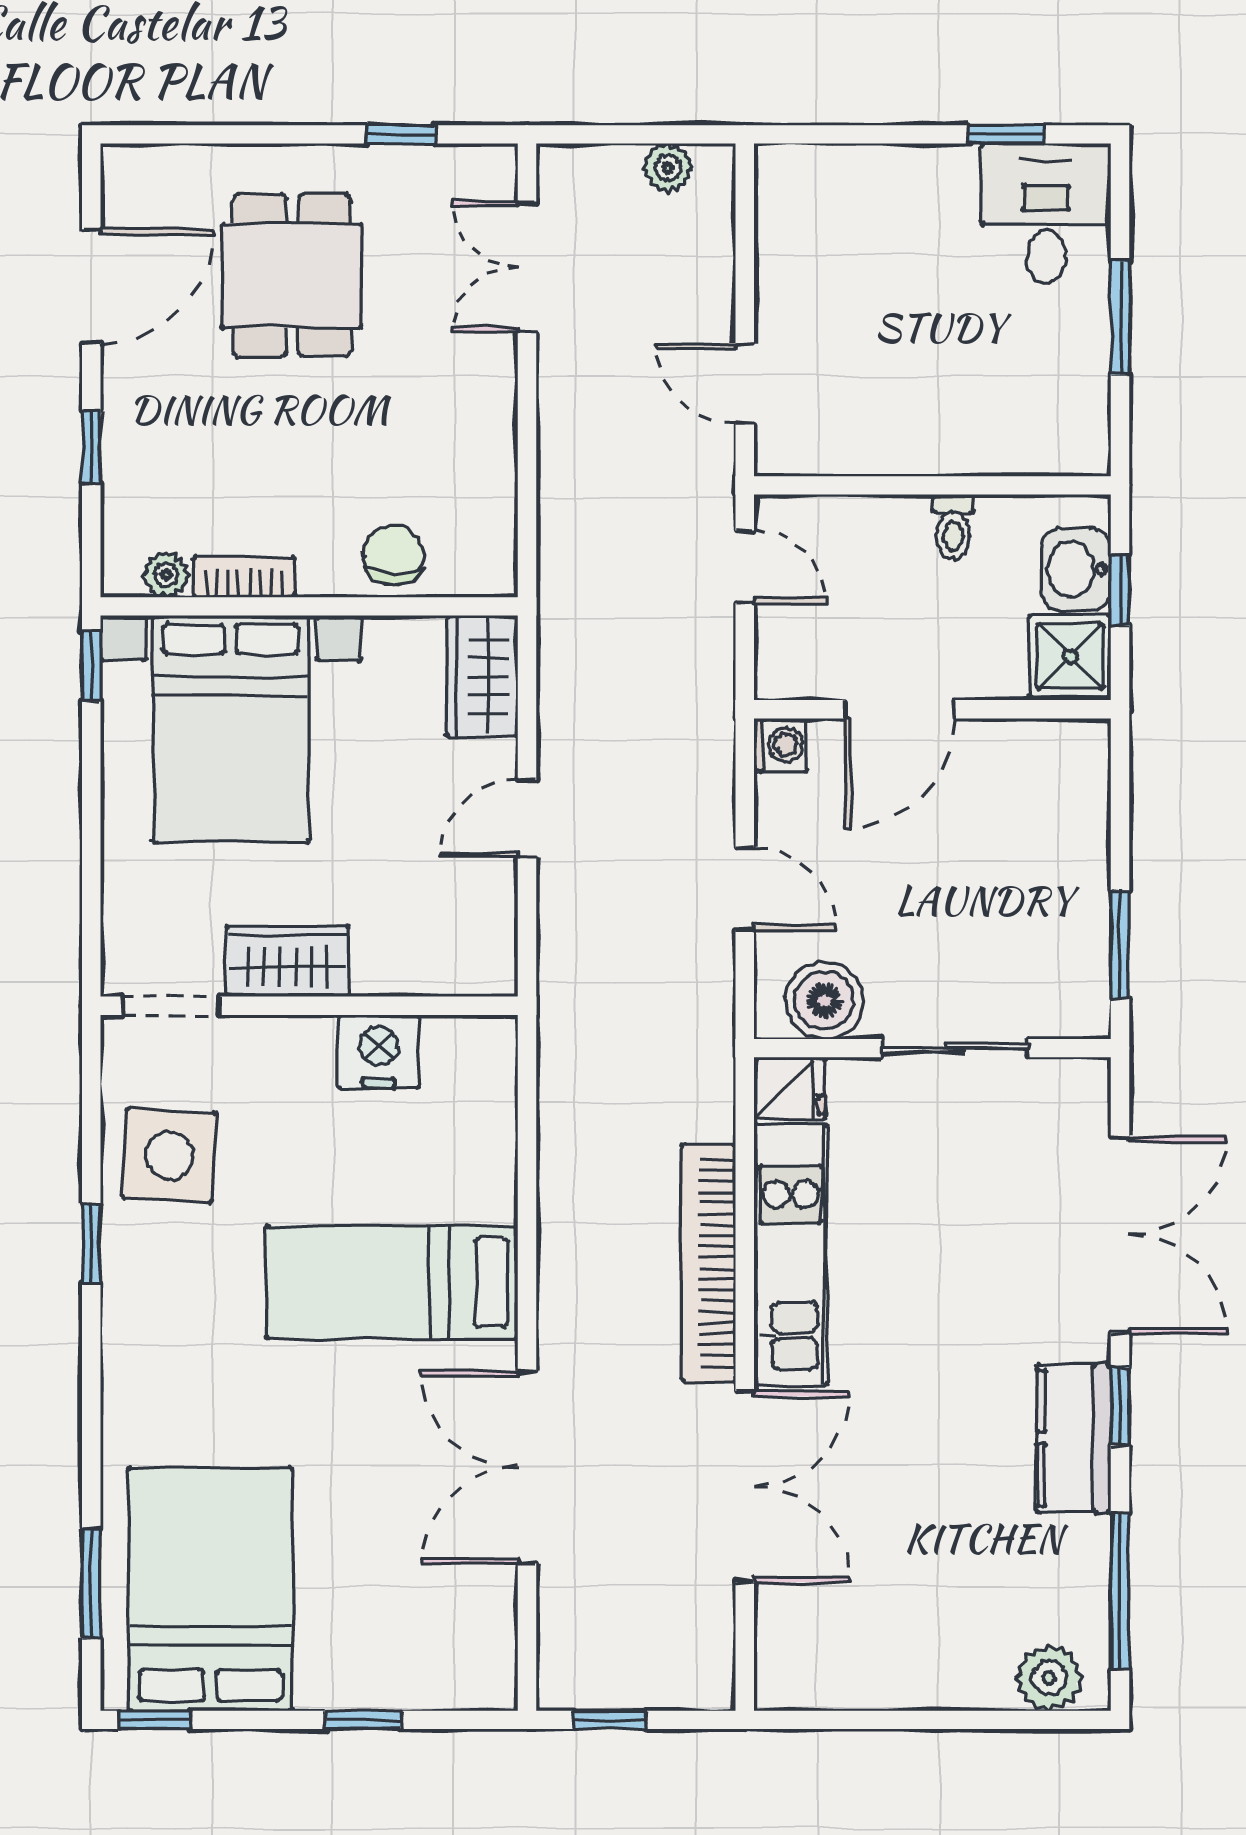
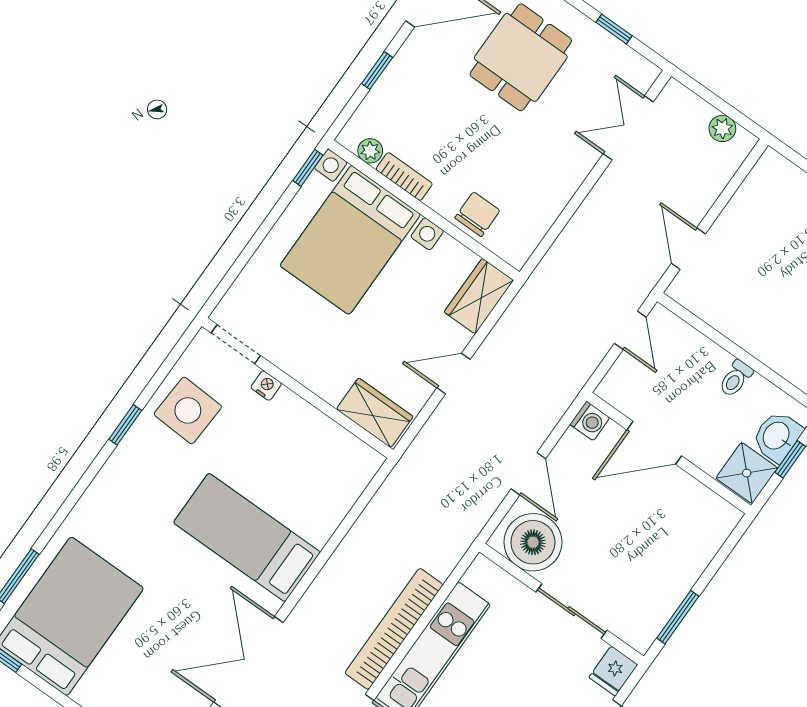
wardrobe: (287, 961) -> (375, 413), moved
boiler: (824, 1000) -> (533, 542), width x1.37, depth x1.37
nightstand: (379, 1052) -> (266, 386), moved, width x0.53, depth x0.56
fridge: (790, 1089) -> (613, 671), moved, turned 90

